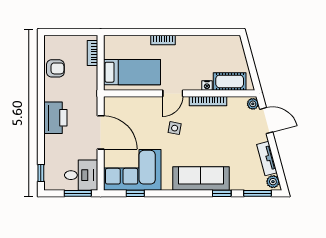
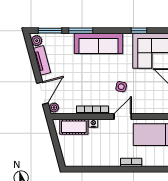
door: (266, 121) -> (42, 93), swing flipped
window: (135, 193) -> (139, 31), moved
window: (222, 193) -> (81, 31), width x1.50

